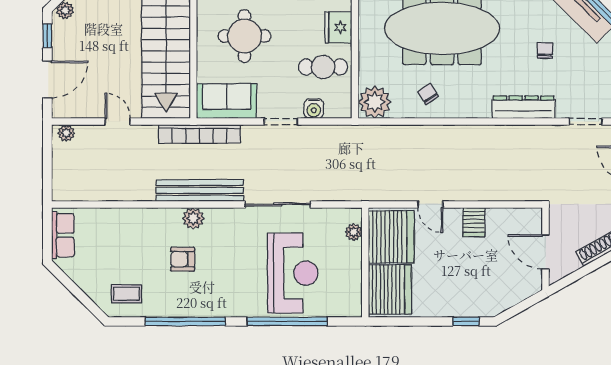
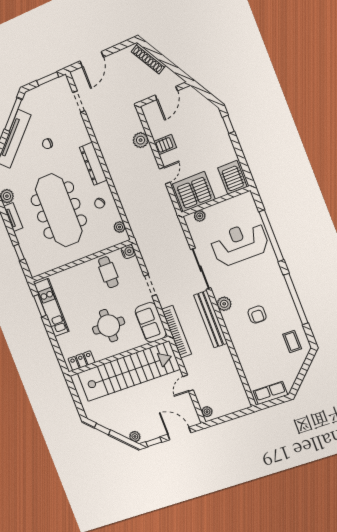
fridge: (338, 27) -> (82, 272), removed
plant: (375, 102) -> (120, 227), width x0.53, depth x0.53
dresser: (524, 107) -> (93, 164), moved
water cooler: (314, 109) -> (128, 252), moved
plant: (494, 189) -> (141, 140), added
plant: (193, 218) -> (224, 304), moved
server rack: (390, 289) -> (232, 177), width x0.62

